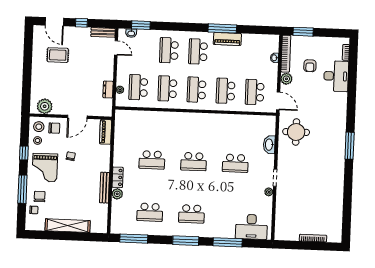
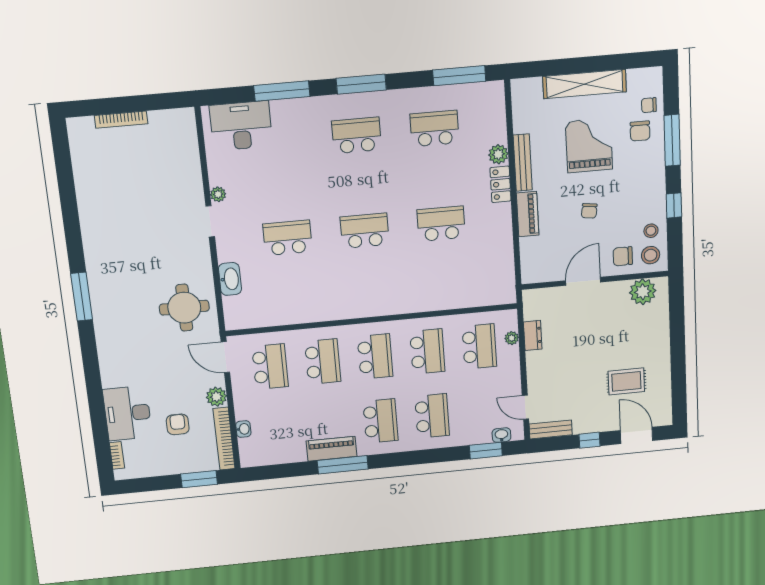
piano: (106, 132) -> (528, 214), moved
grand piano: (45, 168) -> (589, 145), moved

